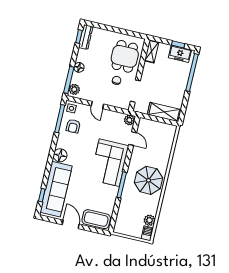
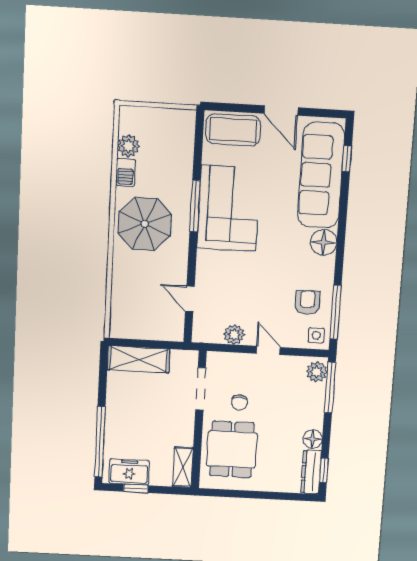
floor lamp: (79, 67) -> (313, 439), moved
plant: (129, 120) -> (234, 335), moved
corner sofa: (109, 163) -> (229, 208), moved
barbecue: (147, 233) -> (126, 172), moved

